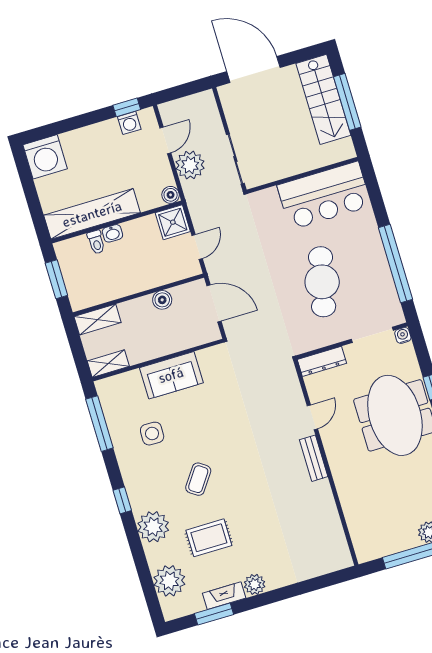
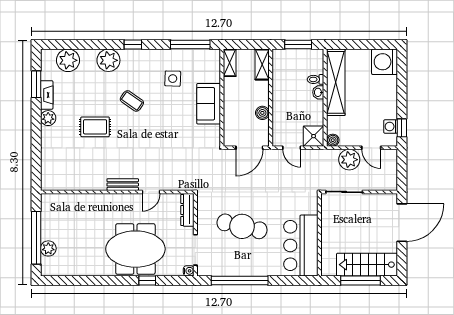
door: (312, 417) -> (151, 192), hinge flipped
rug: (209, 538) -> (95, 127), moved, turned 90

